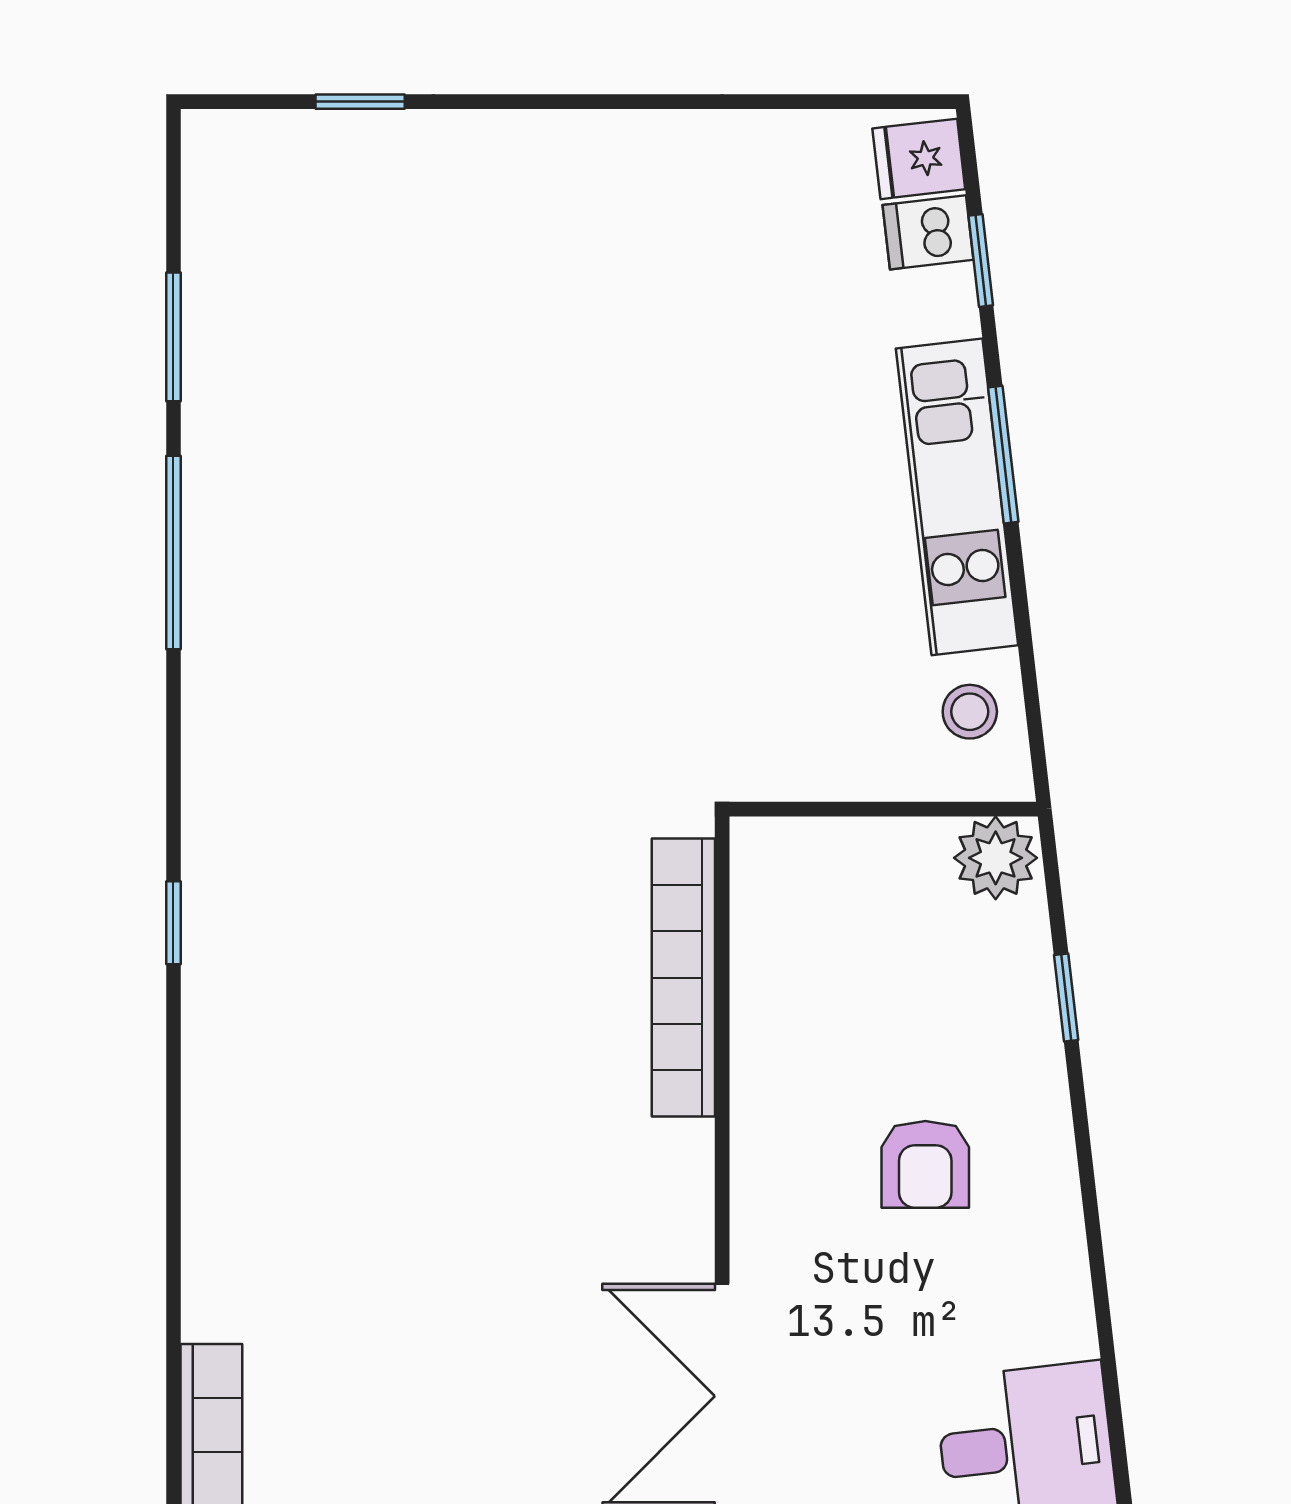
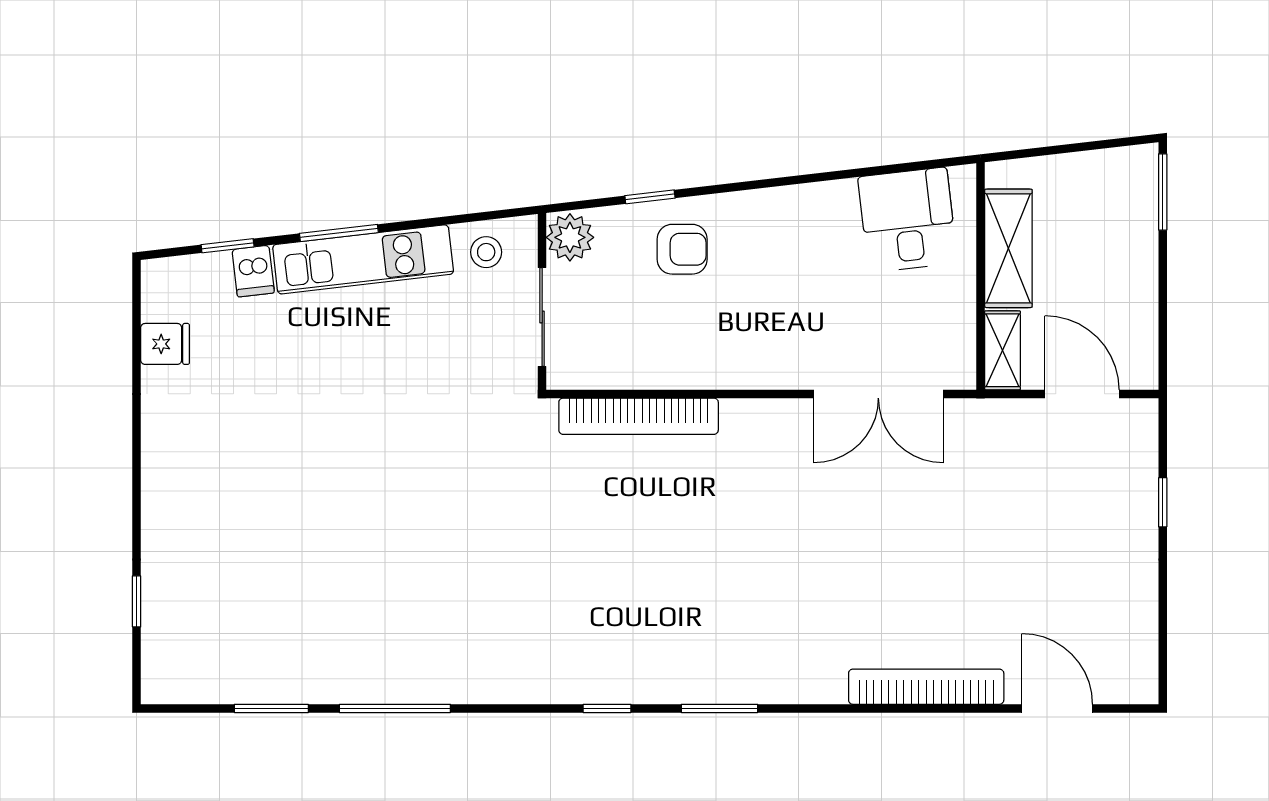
fridge: (919, 159) -> (165, 344), moved, turned -83
dishwasher: (928, 232) -> (253, 271), moved
sliding door: (856, 809) -> (542, 317), added
window: (173, 1119) -> (719, 708), added
armchair: (925, 1164) -> (682, 249), moved

